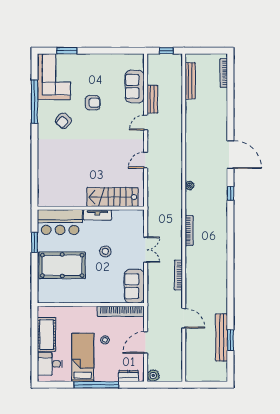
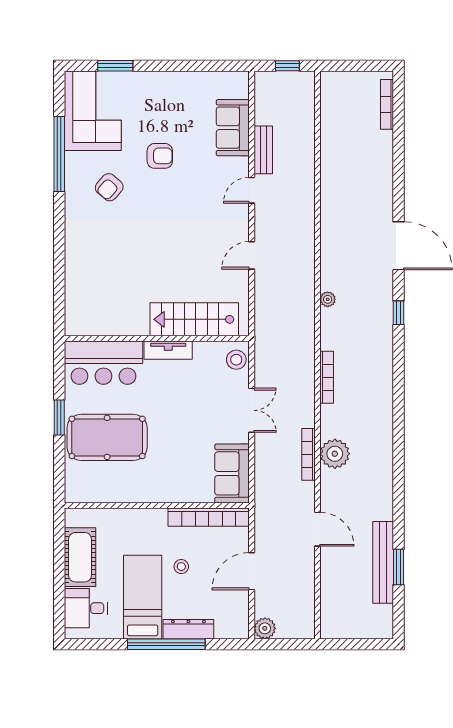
bench: (190, 81) -> (329, 118), removed
window: (34, 242) -> (59, 417), moved
stool: (105, 251) -> (236, 360), moved
plant: (194, 275) -> (335, 454), added
dresser: (129, 376) -> (188, 629), moved, width x1.44

